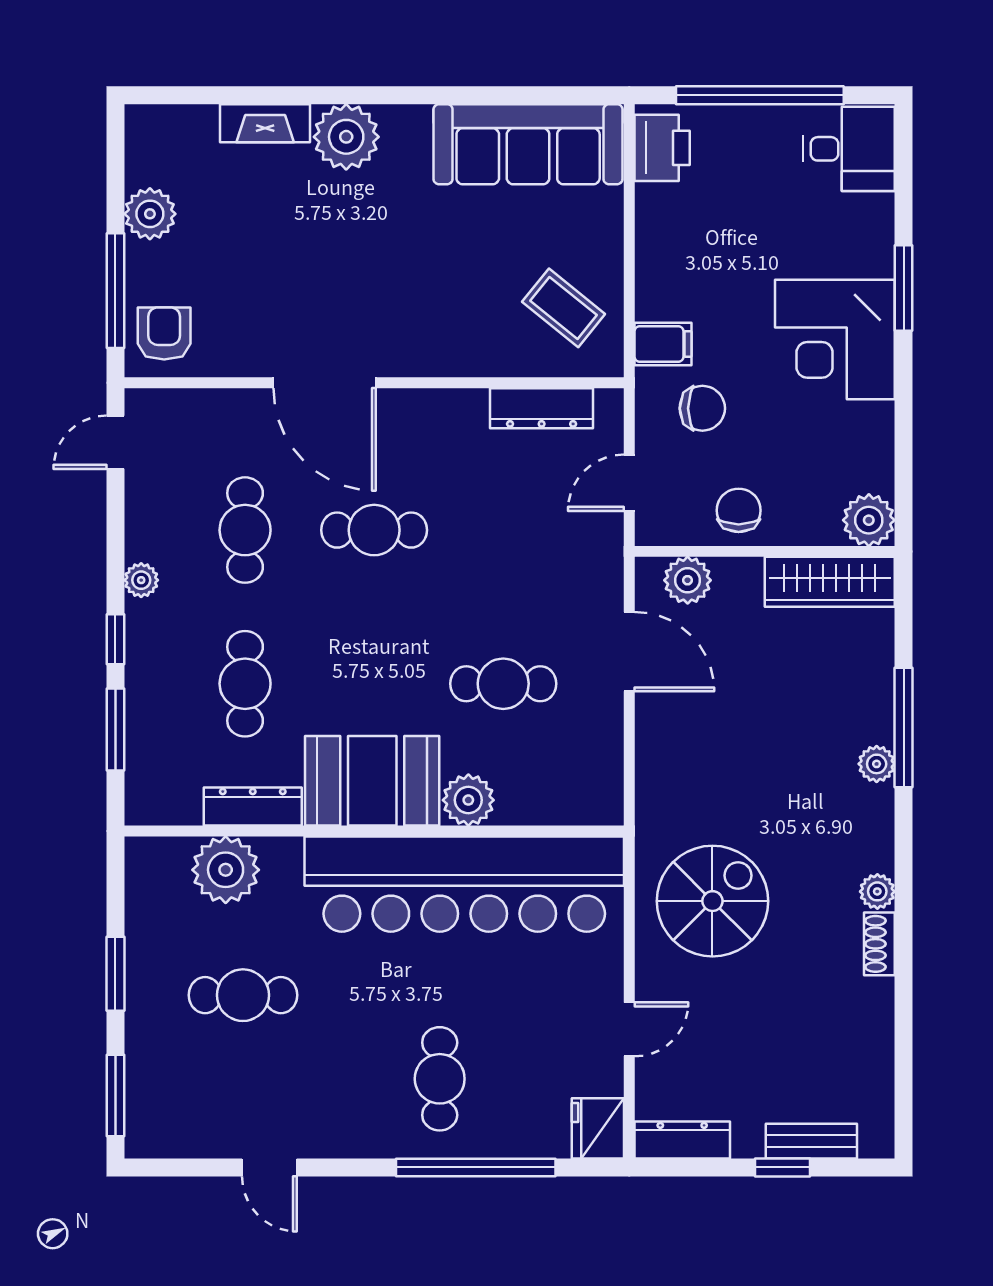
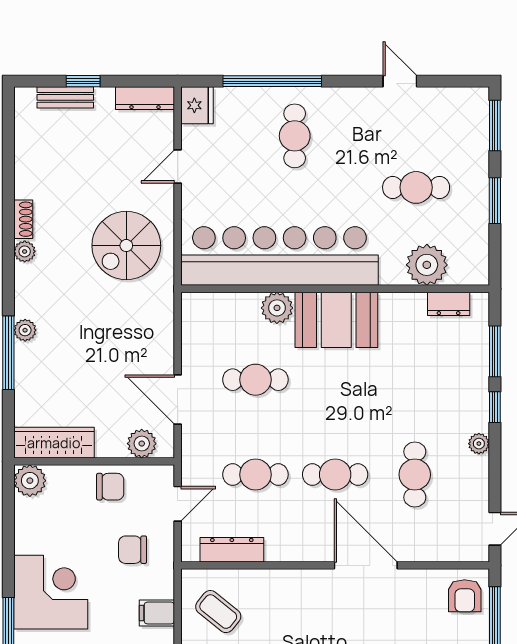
filing cabinet: (663, 344) -> (157, 613), moved
chair: (739, 510) -> (110, 487), turned -90
cafe table: (245, 684) -> (255, 475), moved, turned 90
dresser: (253, 807) -> (449, 304), moved, width x0.70

